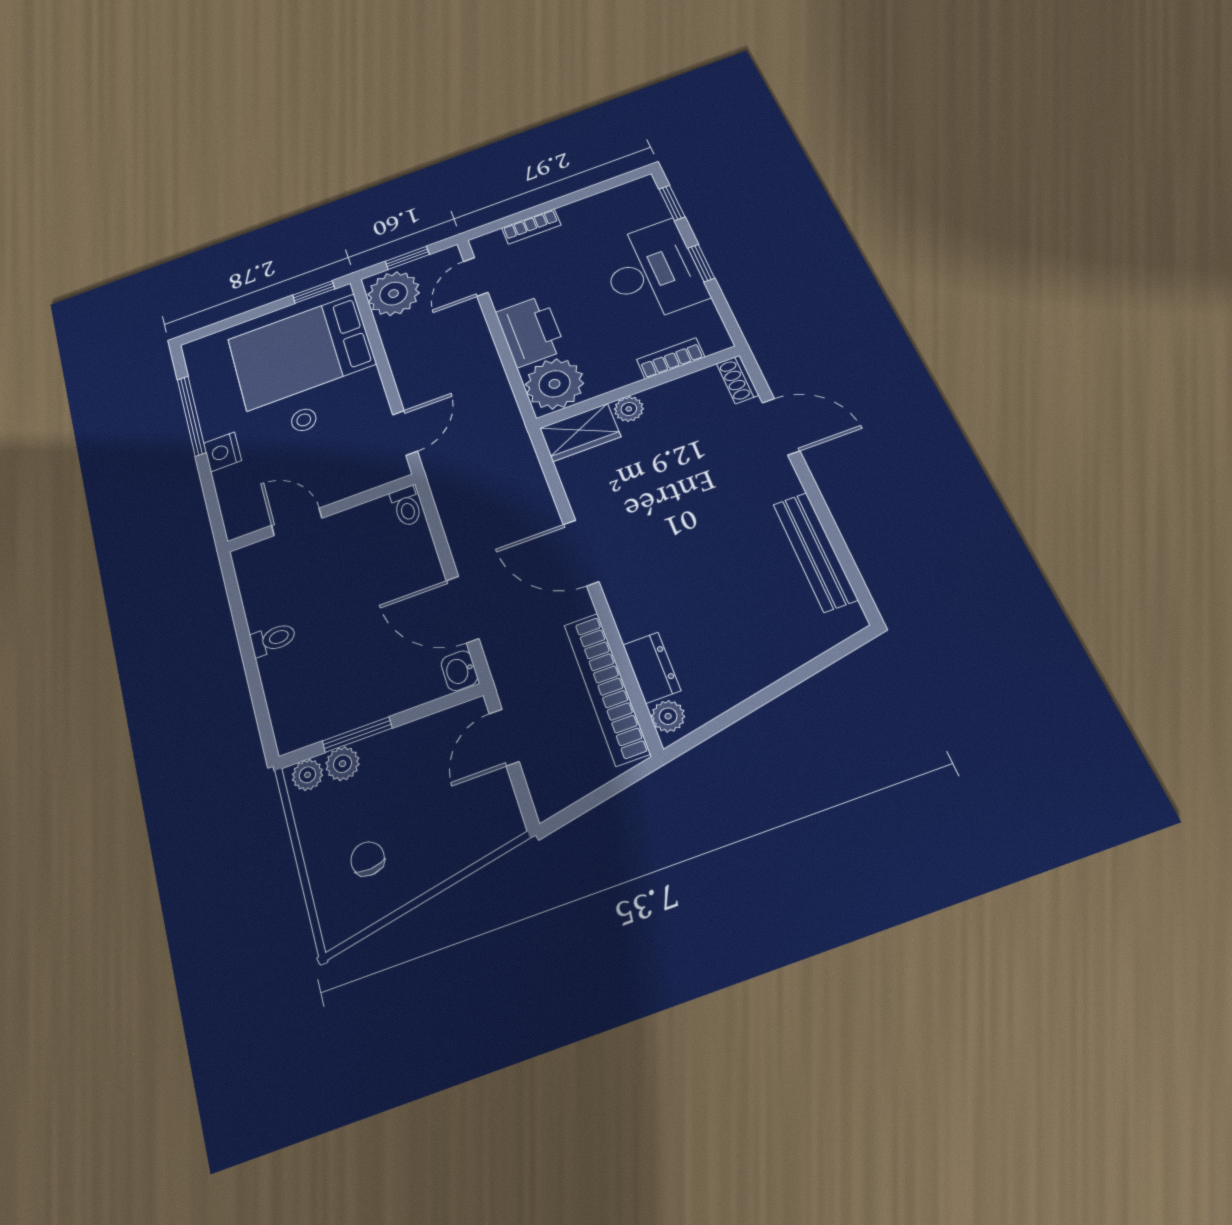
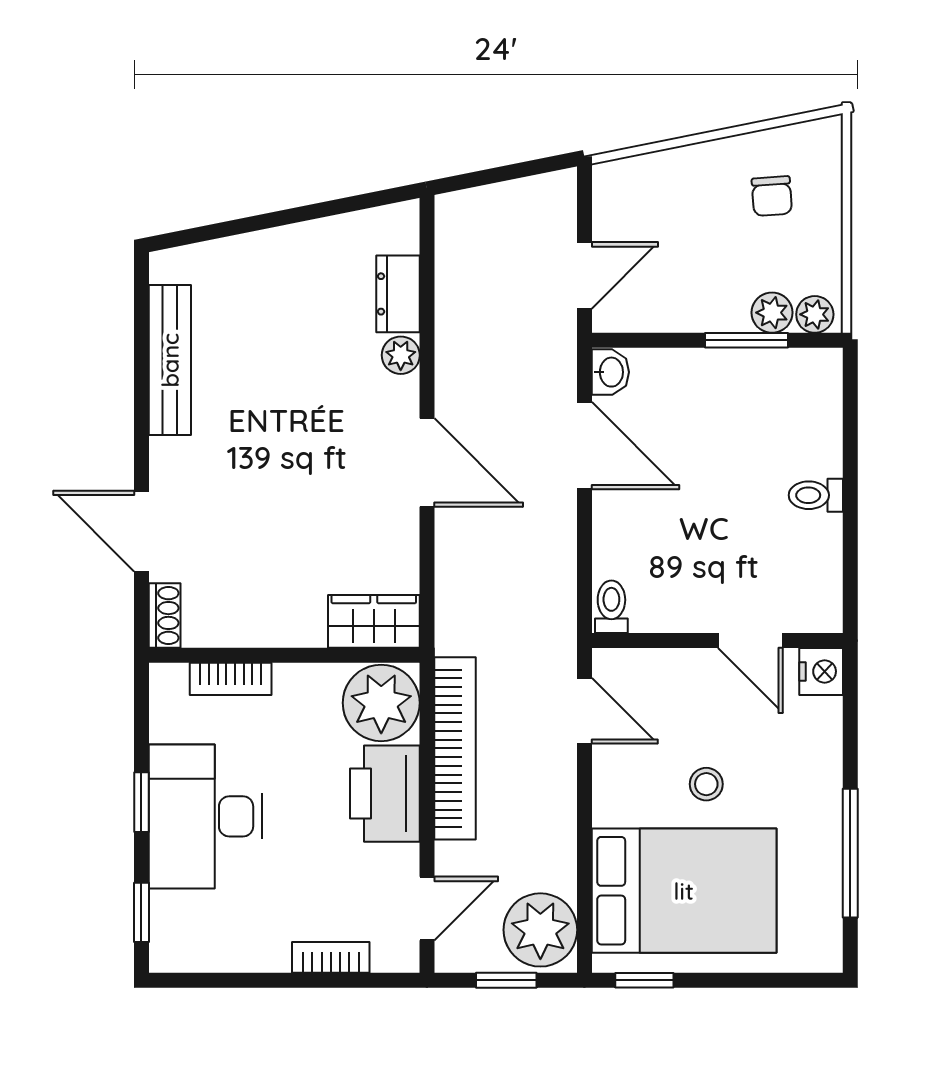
plant: (629, 409) -> (305, 629), removed
door: (405, 433) -> (584, 711), swing flipped
nightstand: (223, 452) -> (821, 671), moved
bookcase: (606, 688) -> (455, 748), moved
plant: (668, 716) -> (401, 355), moved

